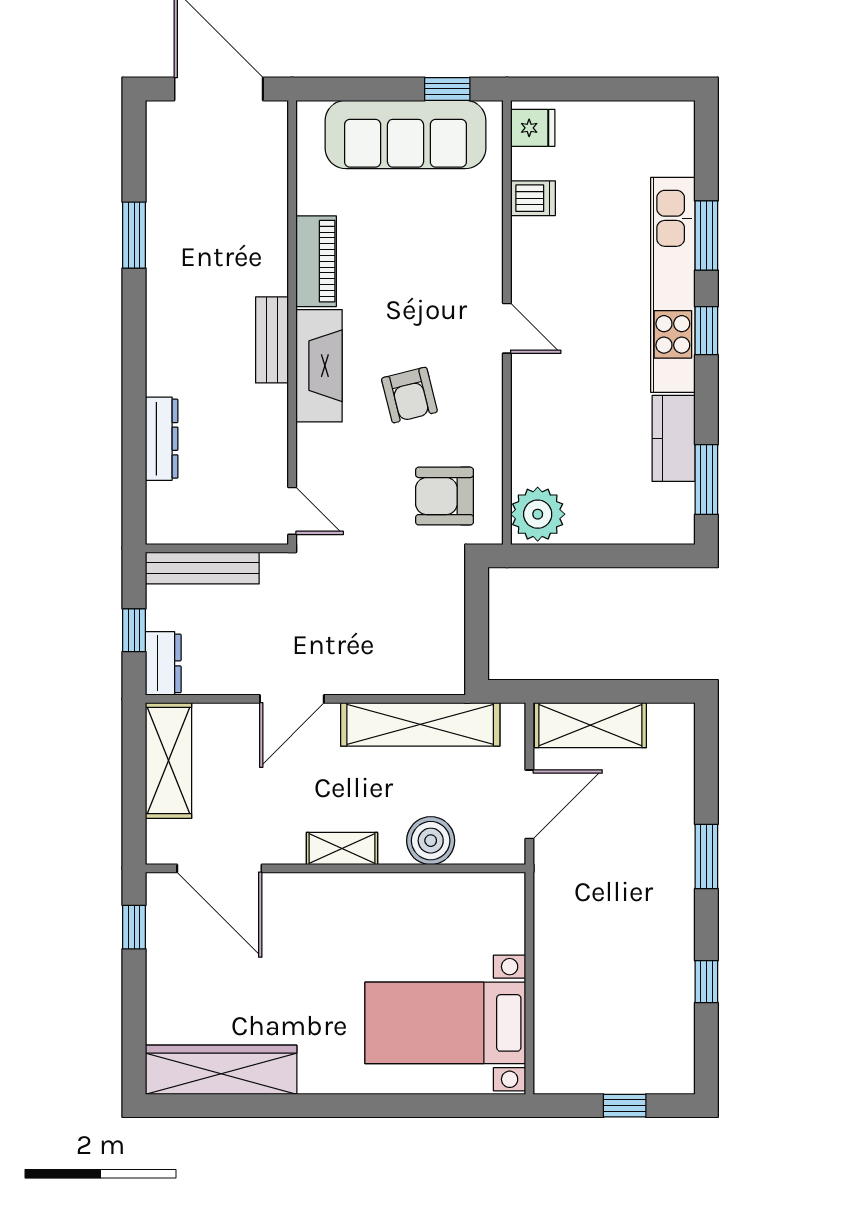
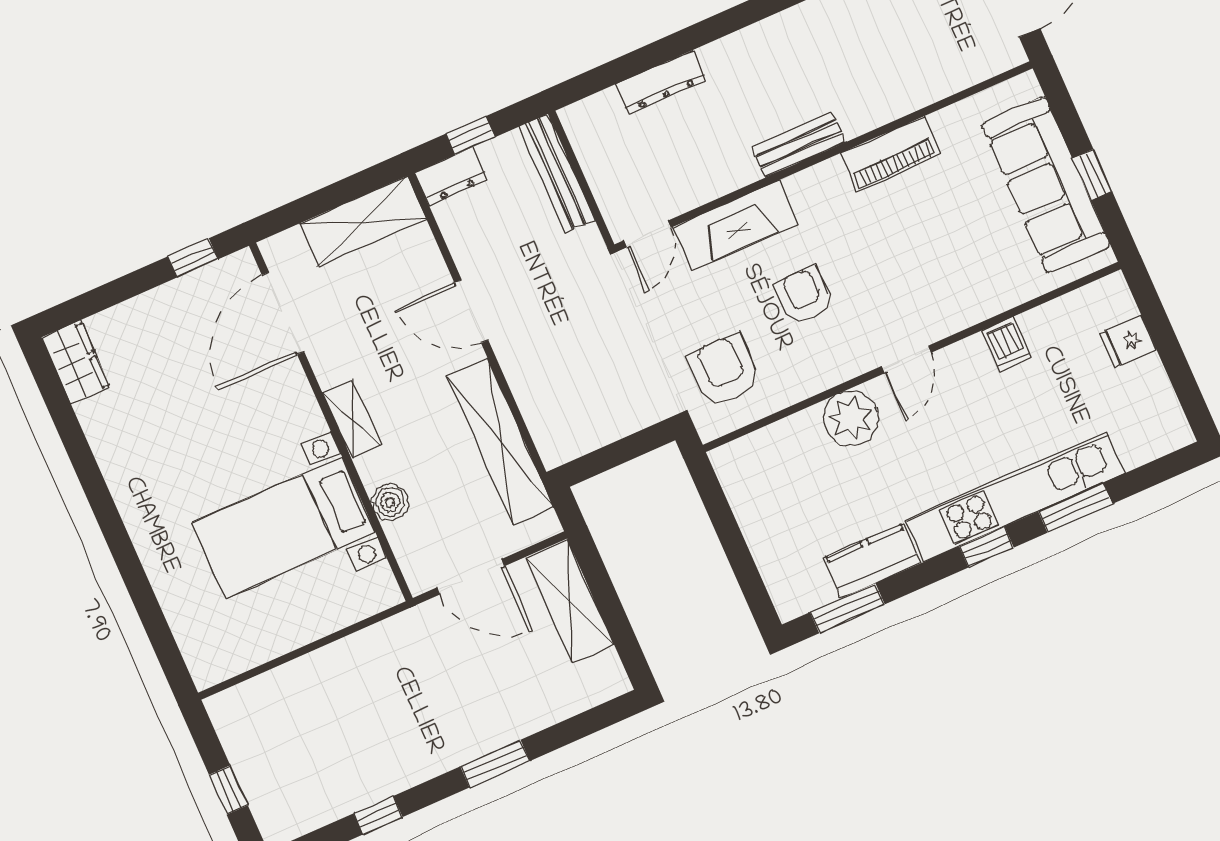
window: (447, 89) -> (1092, 175), moved
fridge: (533, 128) -> (1128, 341), moved, turned 90
dishwasher: (533, 198) -> (1007, 344), moved
fireplace: (319, 366) -> (736, 225), moved
armchair: (409, 395) -> (804, 296), turned 104
plant: (538, 514) -> (851, 418), moved
boiler: (431, 841) -> (390, 502), width x0.73, depth x0.73
bed with nightstands: (445, 1023) -> (284, 528), moved, turned -90
wardrobe: (221, 1070) -> (76, 362), width x0.48, depth x0.85

